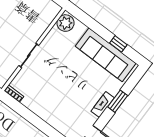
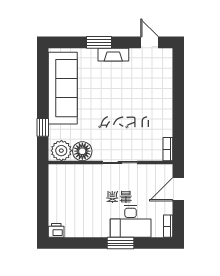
floor lamp: (55, 36) -> (82, 151), added
window: (118, 44) -> (43, 127), moved

